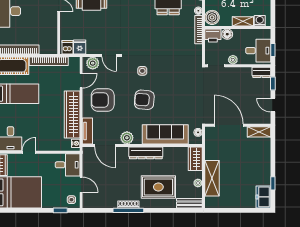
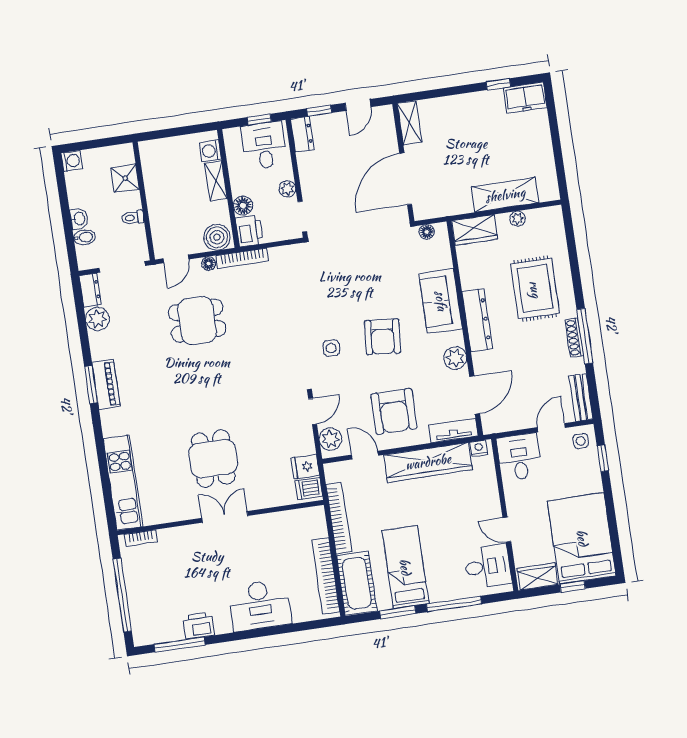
sofa: (165, 134) -> (441, 301), width x0.73
bench: (189, 203) -> (581, 397), moved

